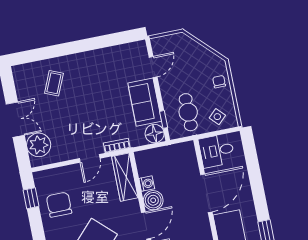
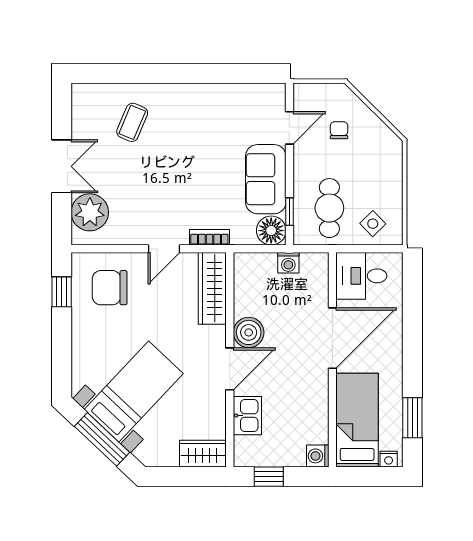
chair: (219, 82) -> (339, 130), moved
washing machine: (147, 184) -> (288, 263), moved, turned 90
chair: (59, 205) -> (110, 288), moved, turned -90

